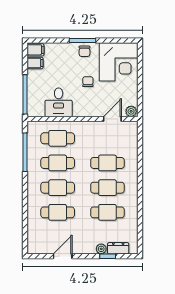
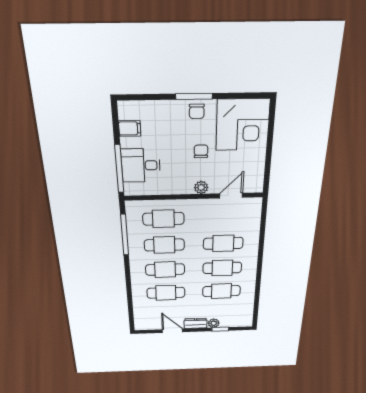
filing cabinet: (35, 50) -> (129, 110), removed
desk: (59, 102) -> (141, 165), moved, turned 90
plant: (131, 111) -> (201, 187), moved
dresser: (118, 248) -> (195, 323), moved
door: (63, 256) -> (172, 331), hinge flipped

